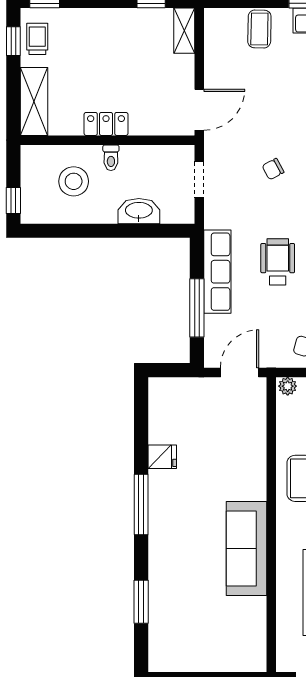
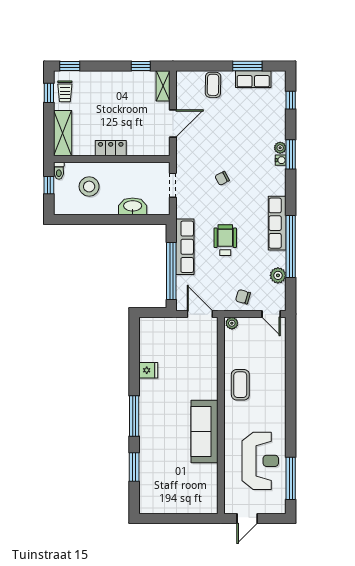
trolley: (37, 39) -> (65, 91), turned 180
door: (199, 110) -> (173, 123), moved
toilet: (111, 158) -> (59, 171), moved
window: (13, 200) -> (49, 185), moved
window: (197, 308) -> (171, 271), width x1.46
door: (240, 372) -> (200, 314), hinge flipped
window: (141, 505) -> (134, 416), moved

